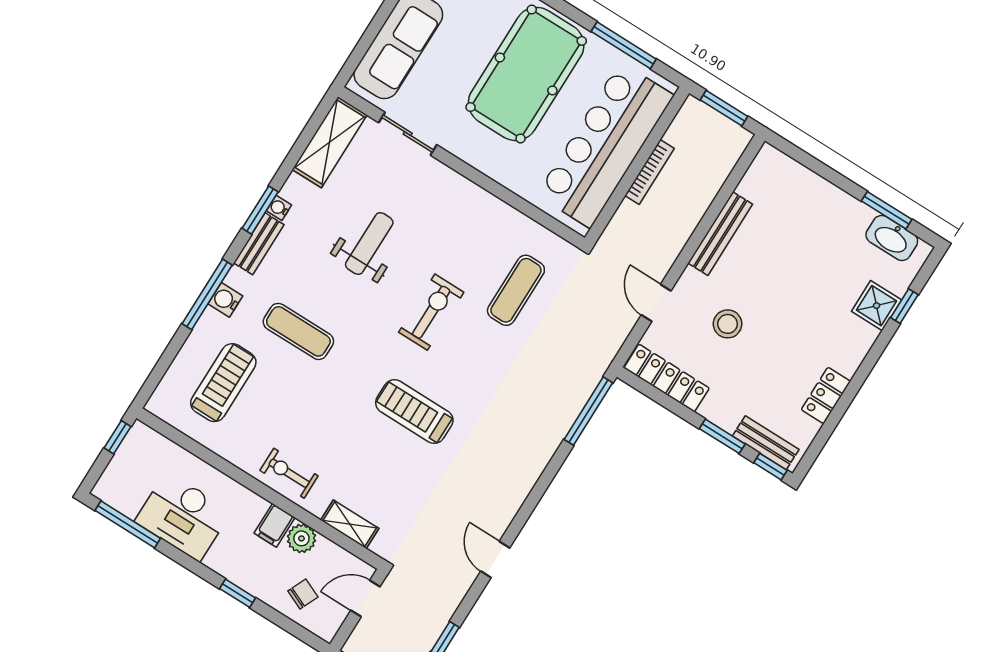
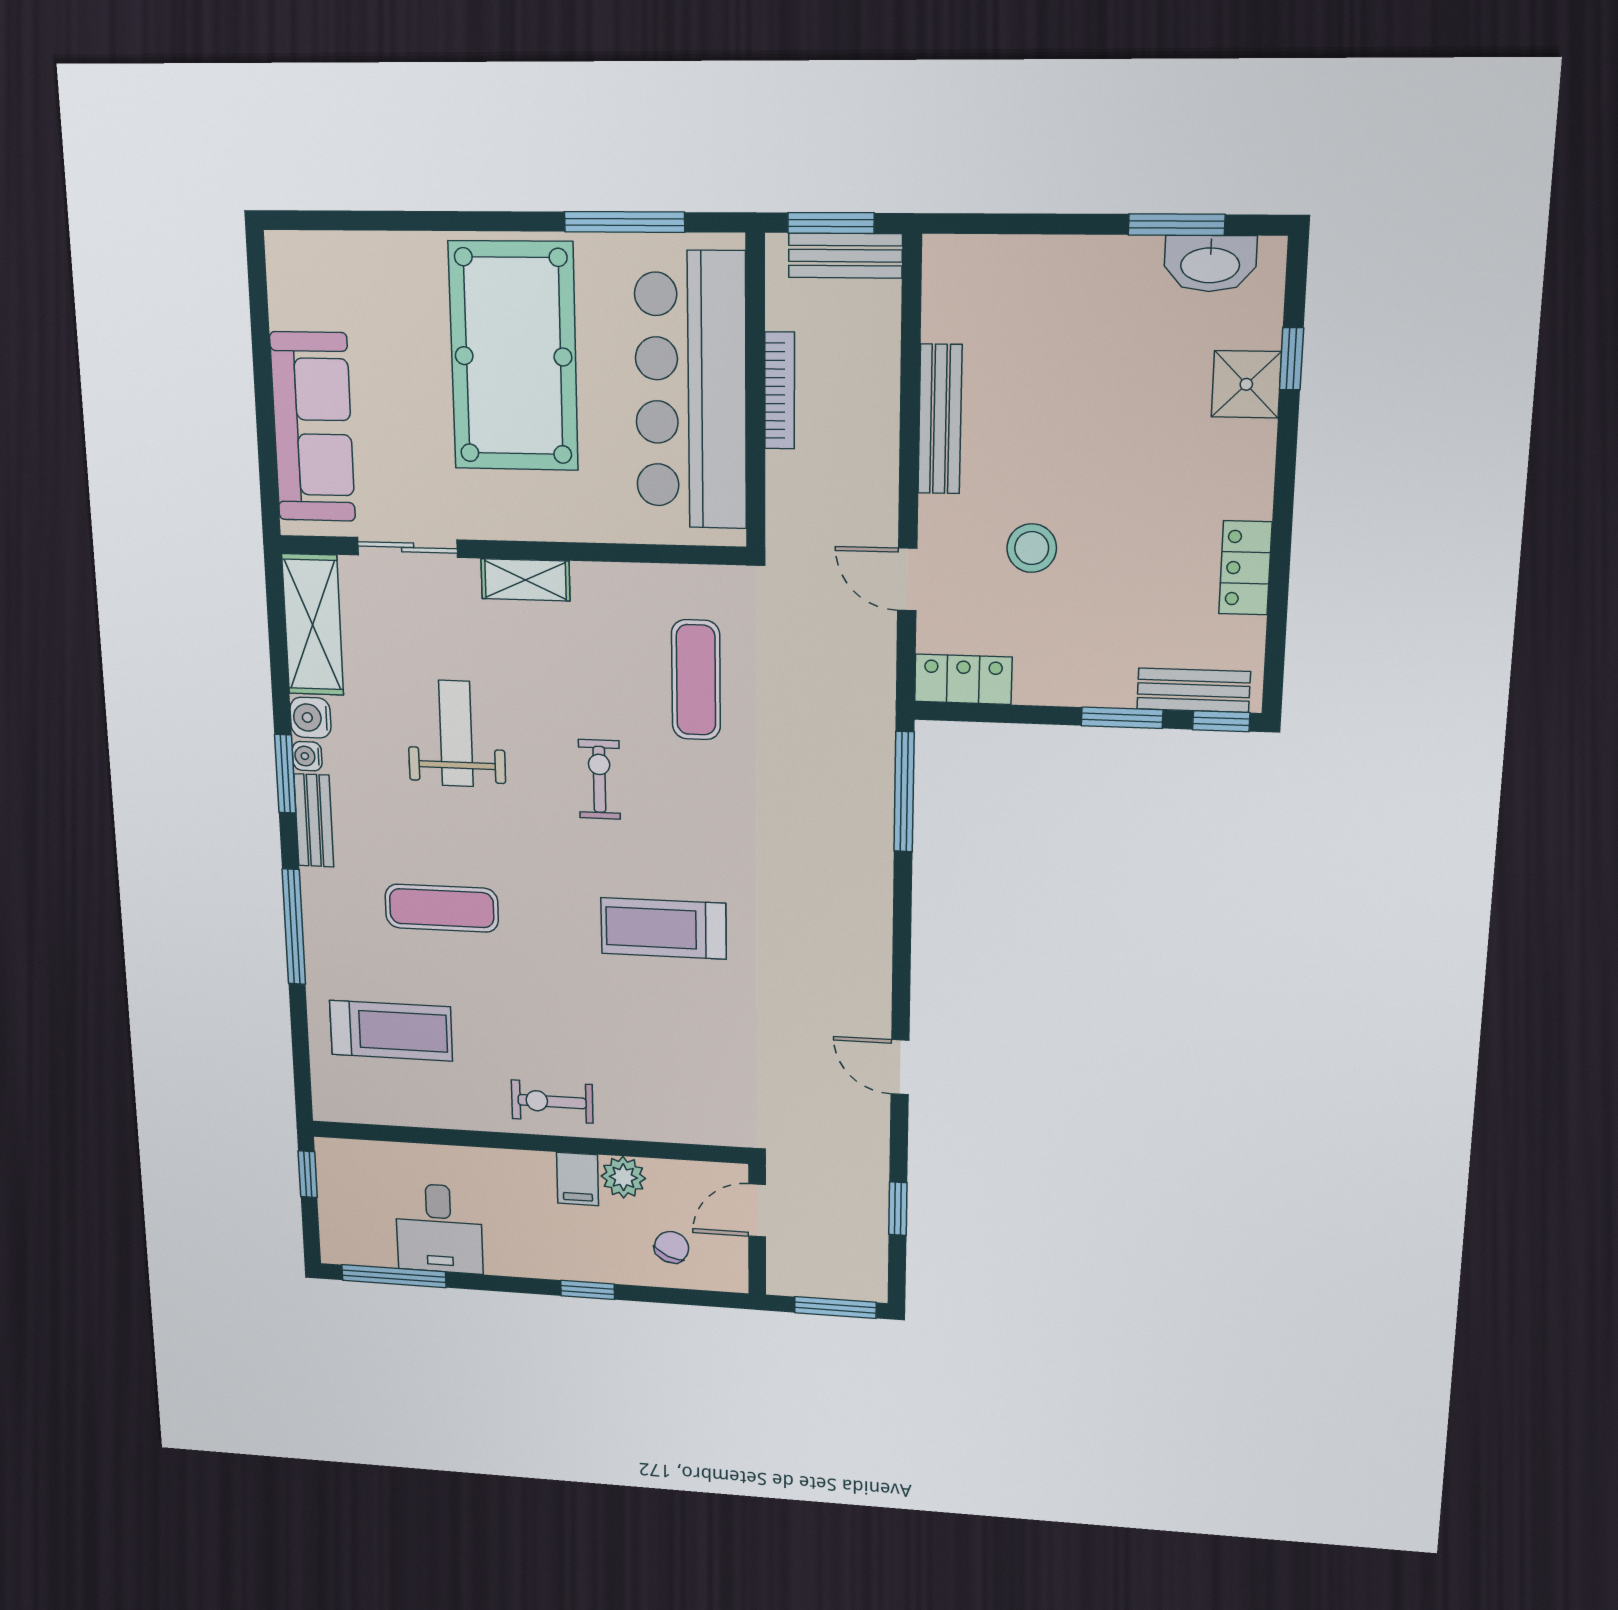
bench: (722, 128) -> (845, 256), added
water cooler: (225, 300) -> (311, 718), moved
exercise bike: (431, 312) -> (599, 779), width x0.73, depth x0.72
locker: (667, 378) -> (963, 679), width x0.66
treadmill: (223, 383) -> (391, 1031), turned 90
desk: (183, 516) -> (439, 1228), width x0.73
shelving: (350, 524) -> (525, 580), moved

